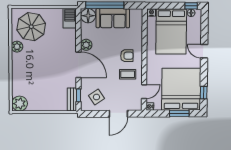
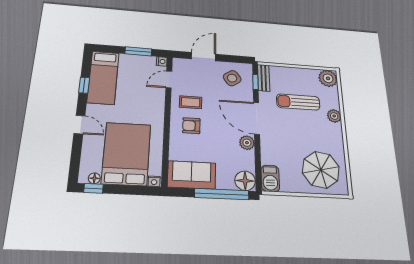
sofa: (113, 18) -> (192, 175), moved
plant: (17, 47) -> (334, 116), moved
sun lounger: (45, 81) -> (298, 102), added
bed: (181, 89) -> (103, 78), width x0.49
window: (204, 93) -> (84, 85), moved
window: (179, 113) -> (138, 51), moved

